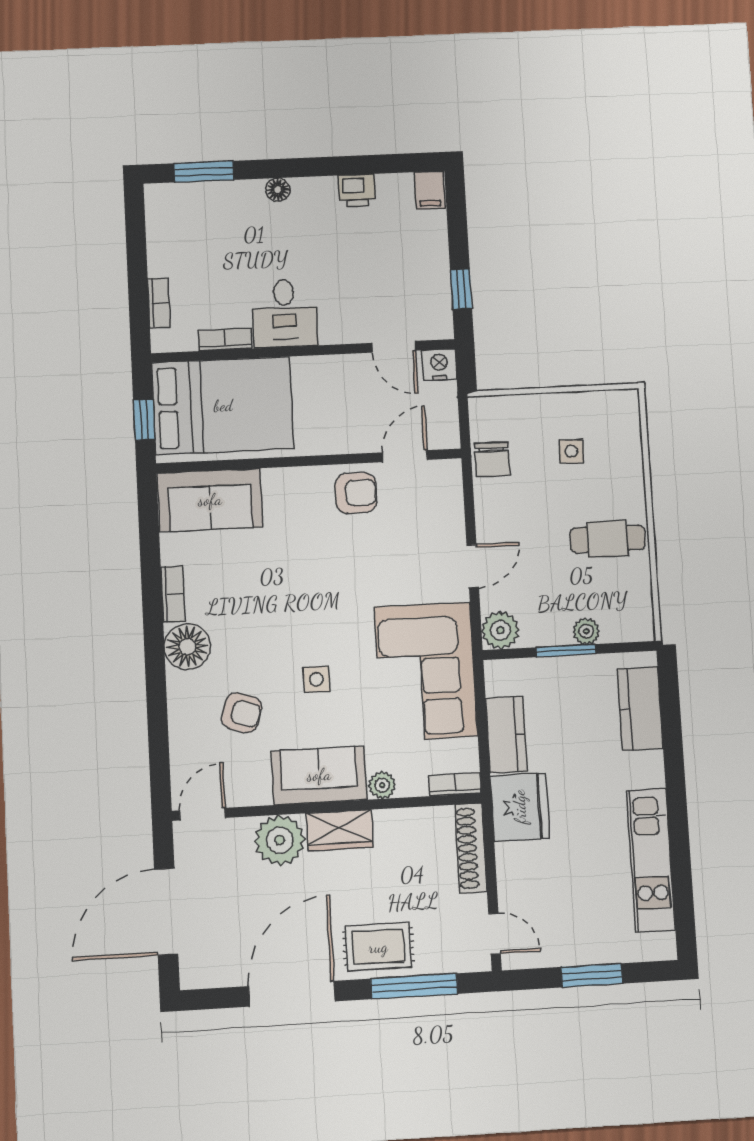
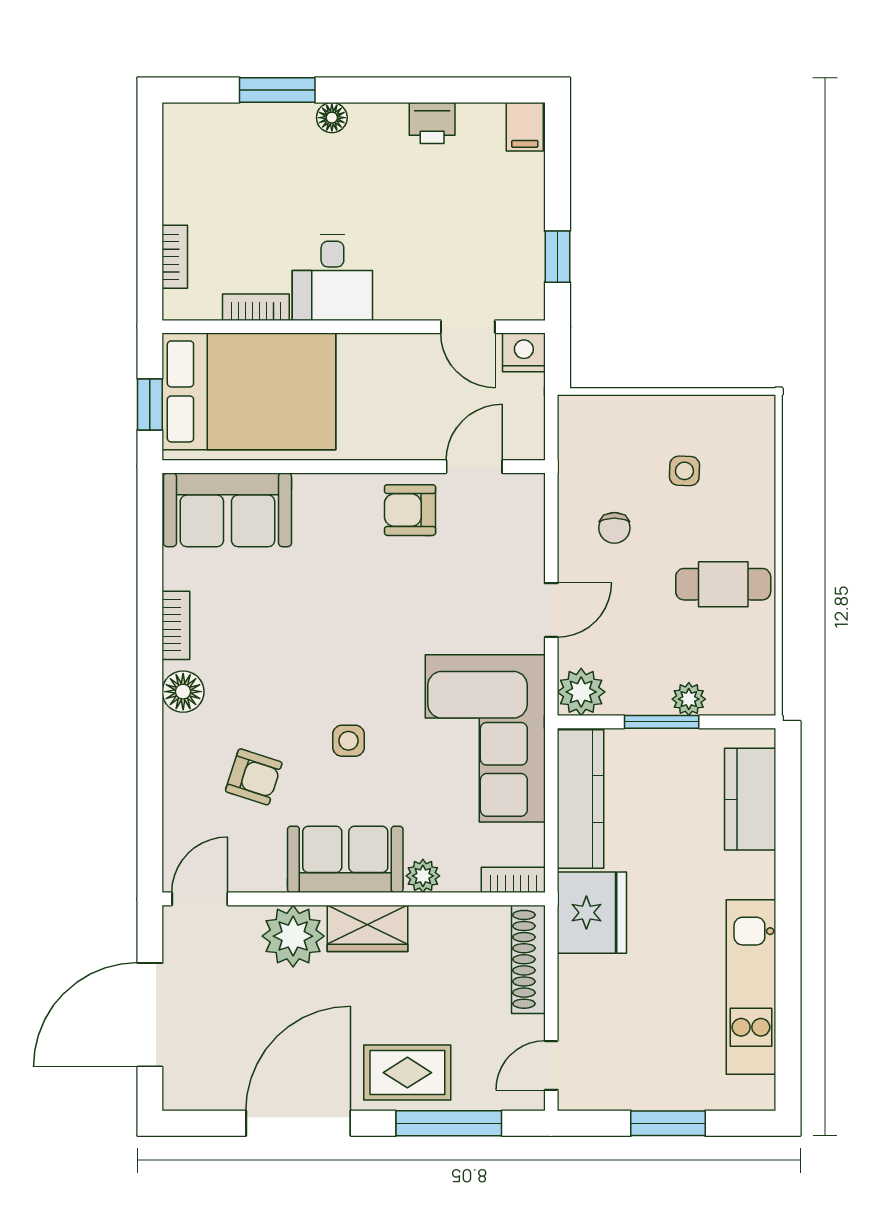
window: (204, 172) -> (277, 90), moved
chair: (492, 459) -> (614, 528), moved, width x0.73, depth x0.73
armchair: (356, 493) -> (410, 510), turned 180
floor lamp: (187, 647) -> (183, 692), width x0.73, depth x0.73
kitchen counter: (506, 735) -> (581, 799), width x1.50
door: (495, 934) -> (551, 1065), swing flipped

